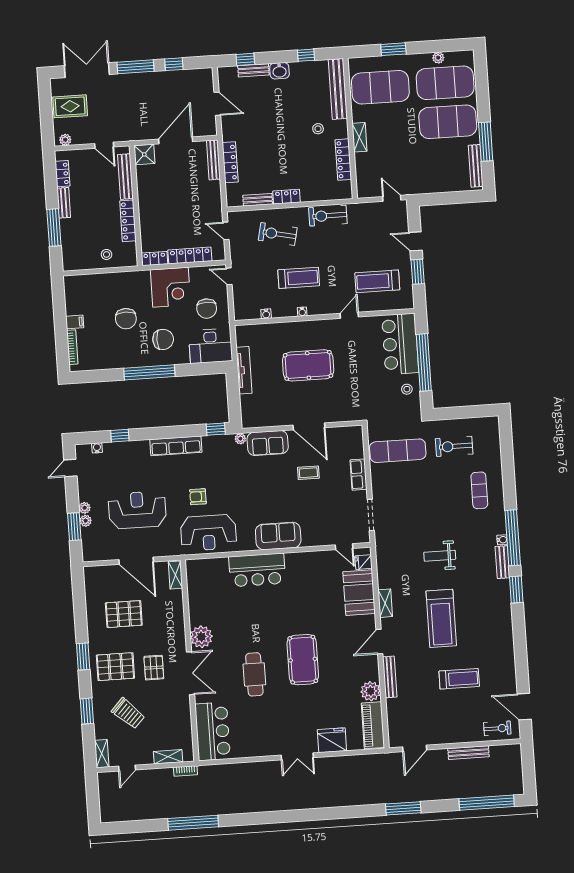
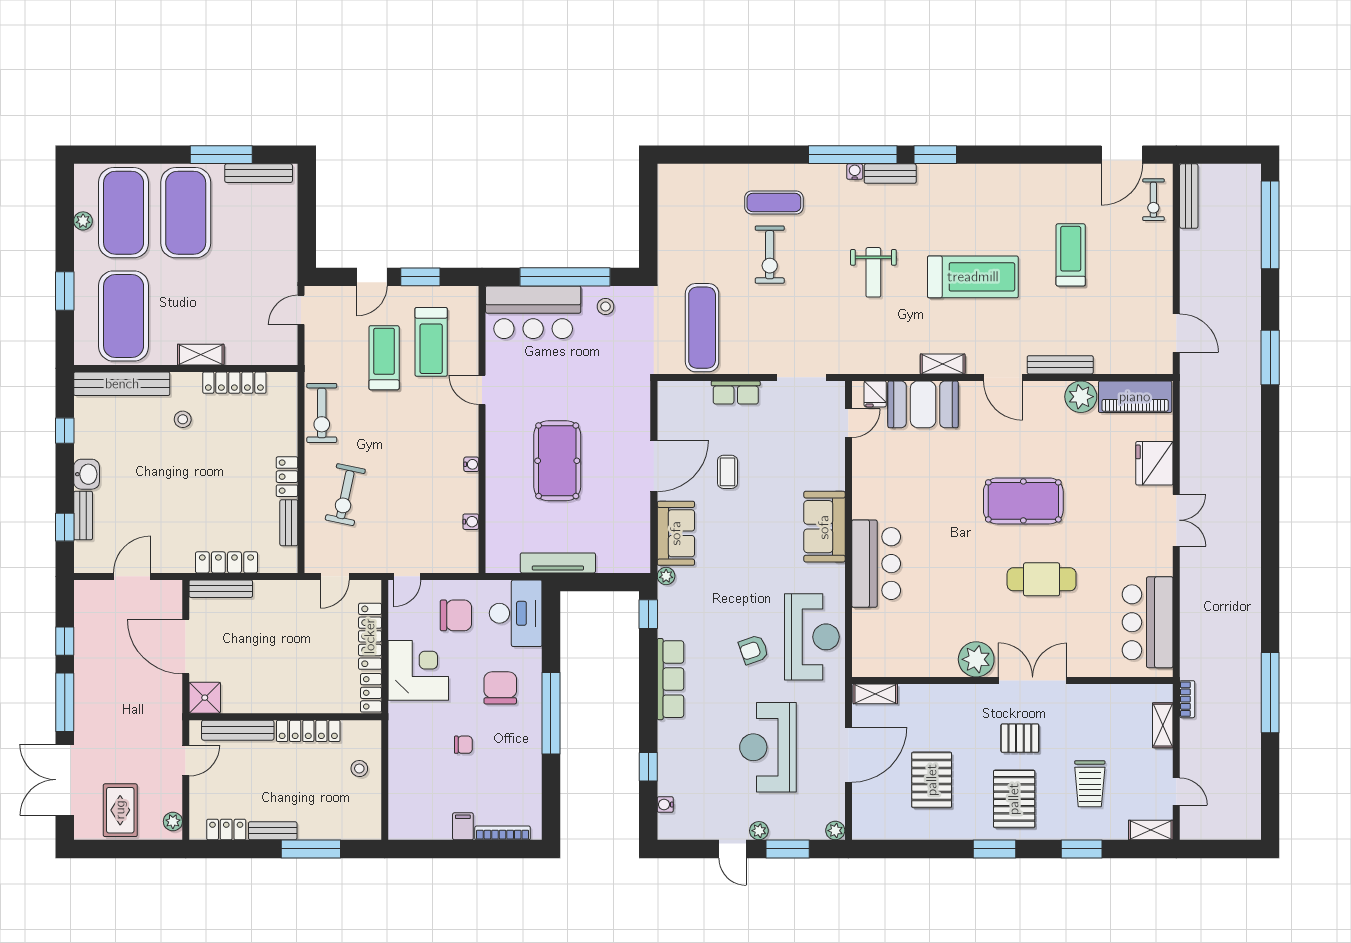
treadmill: (299, 278) -> (384, 358), moved
chair: (126, 319) -> (463, 745), width x0.54, depth x0.54
exercise bike: (454, 446) -> (770, 255), moved
door: (70, 468) -> (733, 849), moved
armchair: (198, 497) -> (754, 650), turned 71
plant: (86, 521) -> (835, 831), moved
trolley: (128, 713) -> (1090, 784), turned 137
exercise bike: (497, 728) -> (1153, 200), turned 180
bar counter: (213, 731) -> (1148, 622), moved, turned -90
bench: (468, 753) -> (1189, 196), moved

